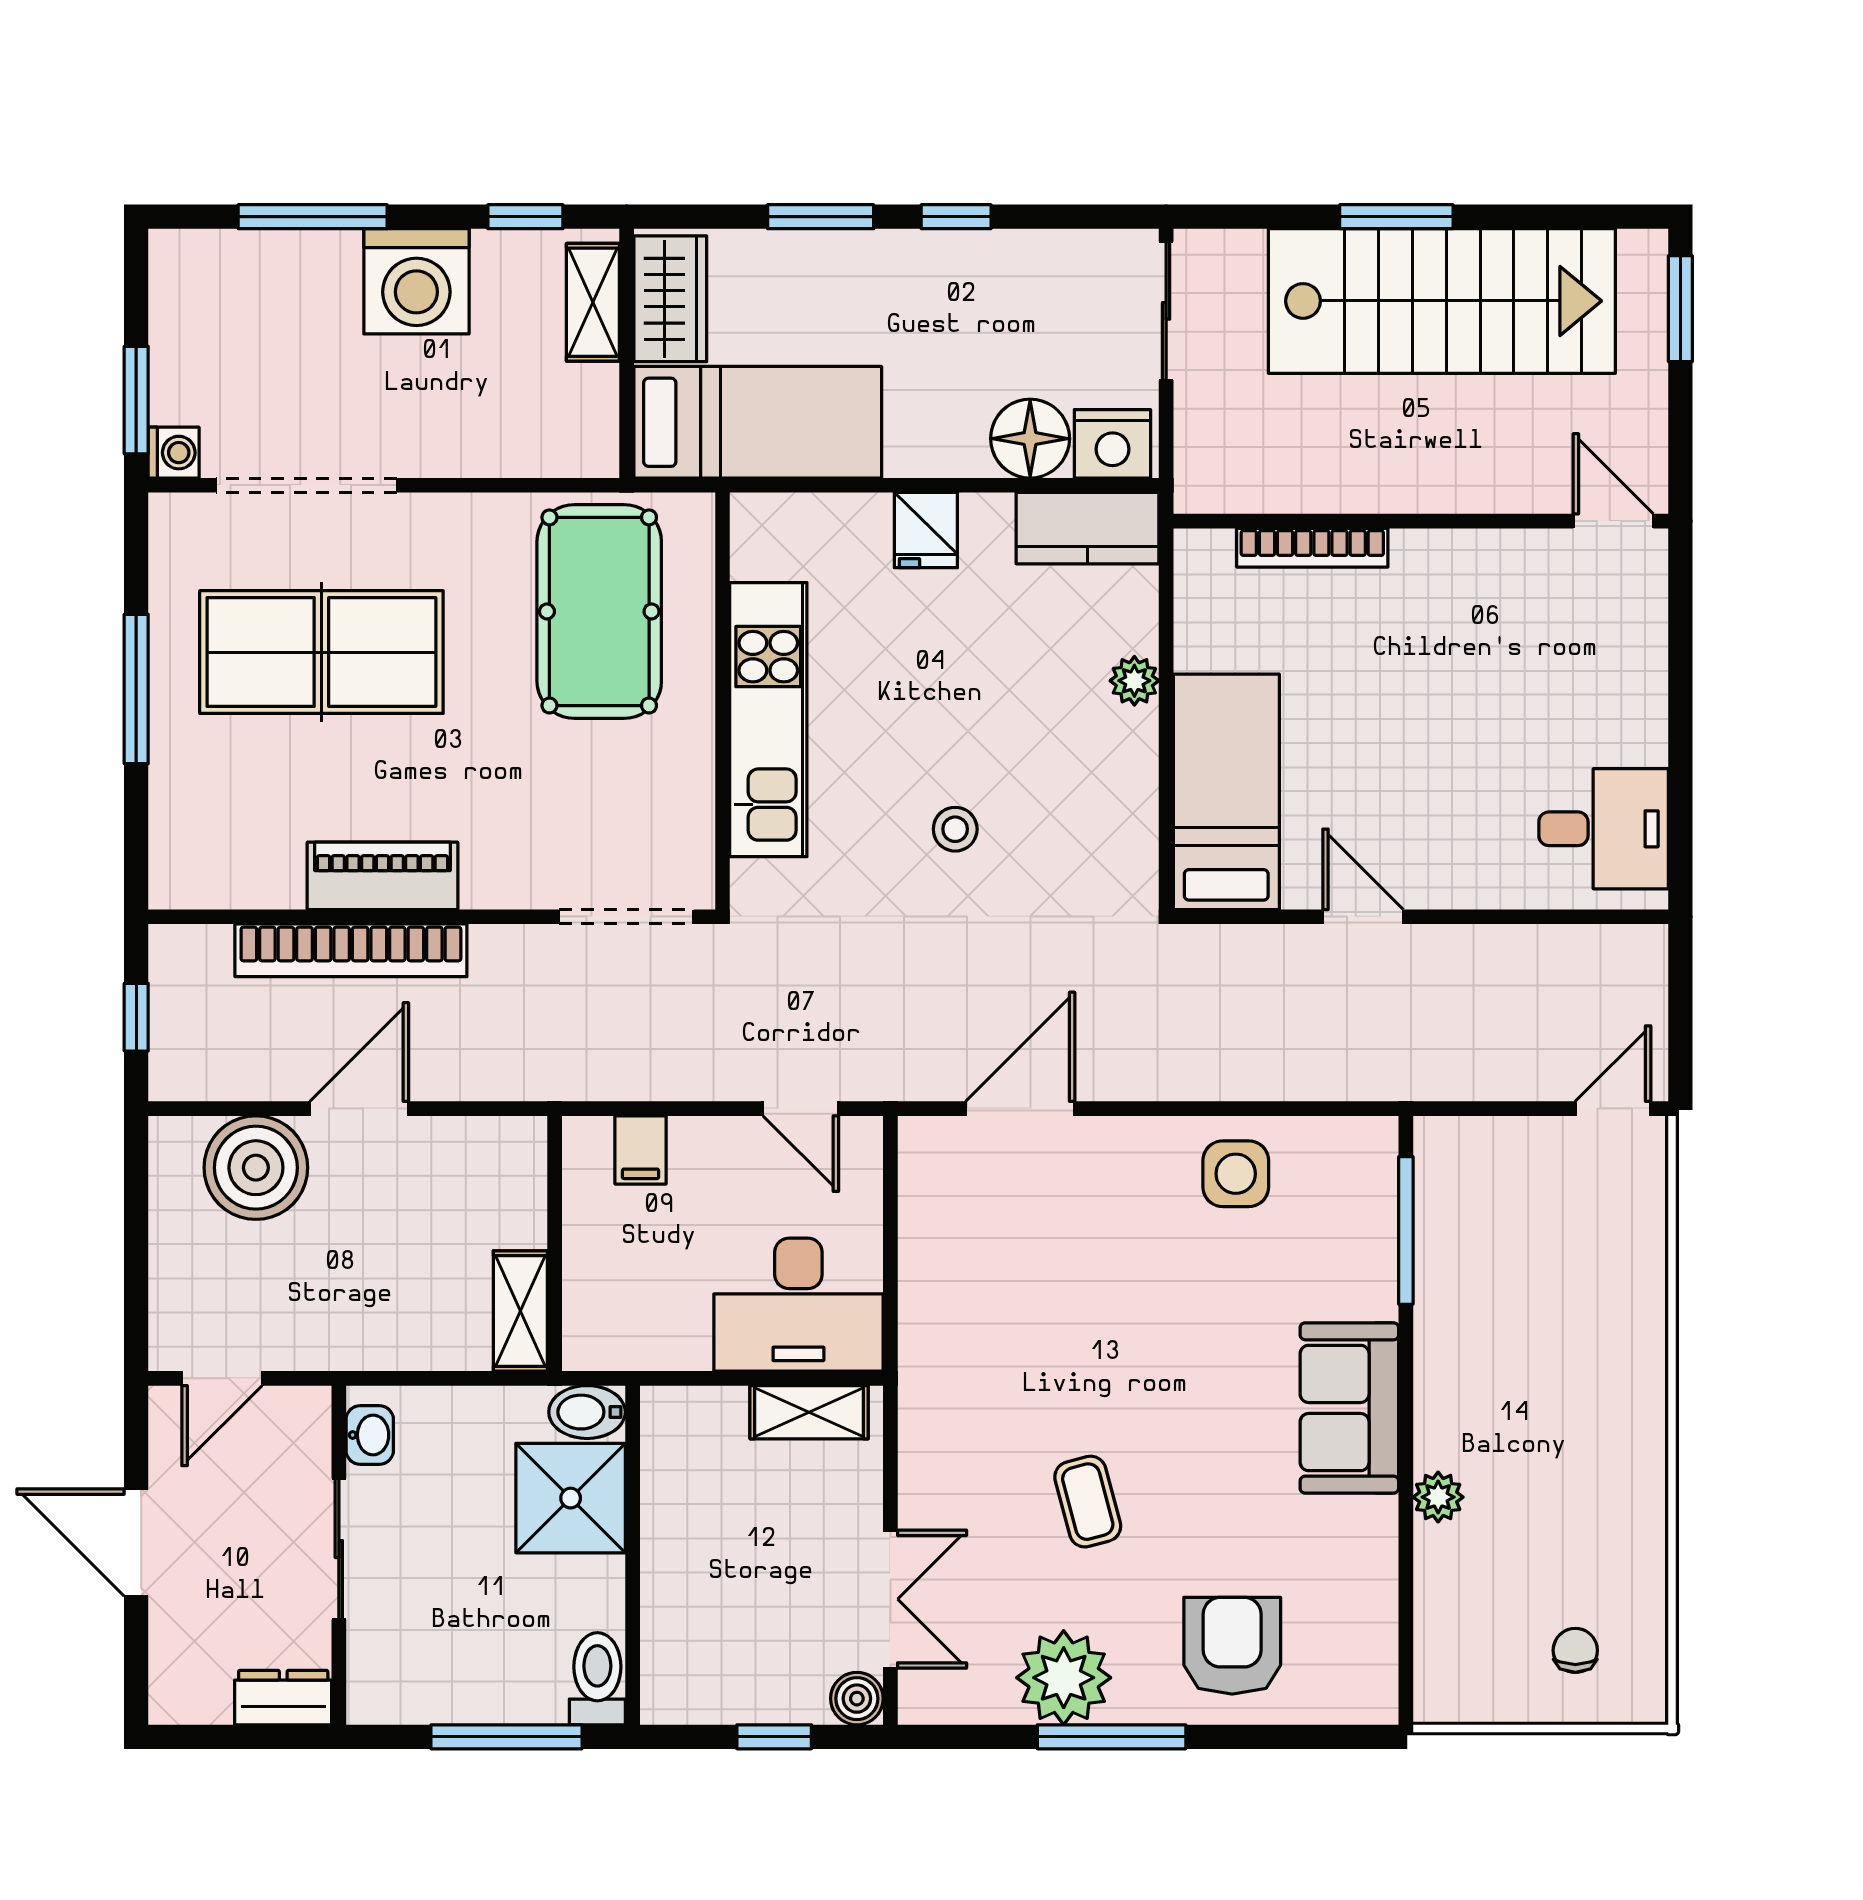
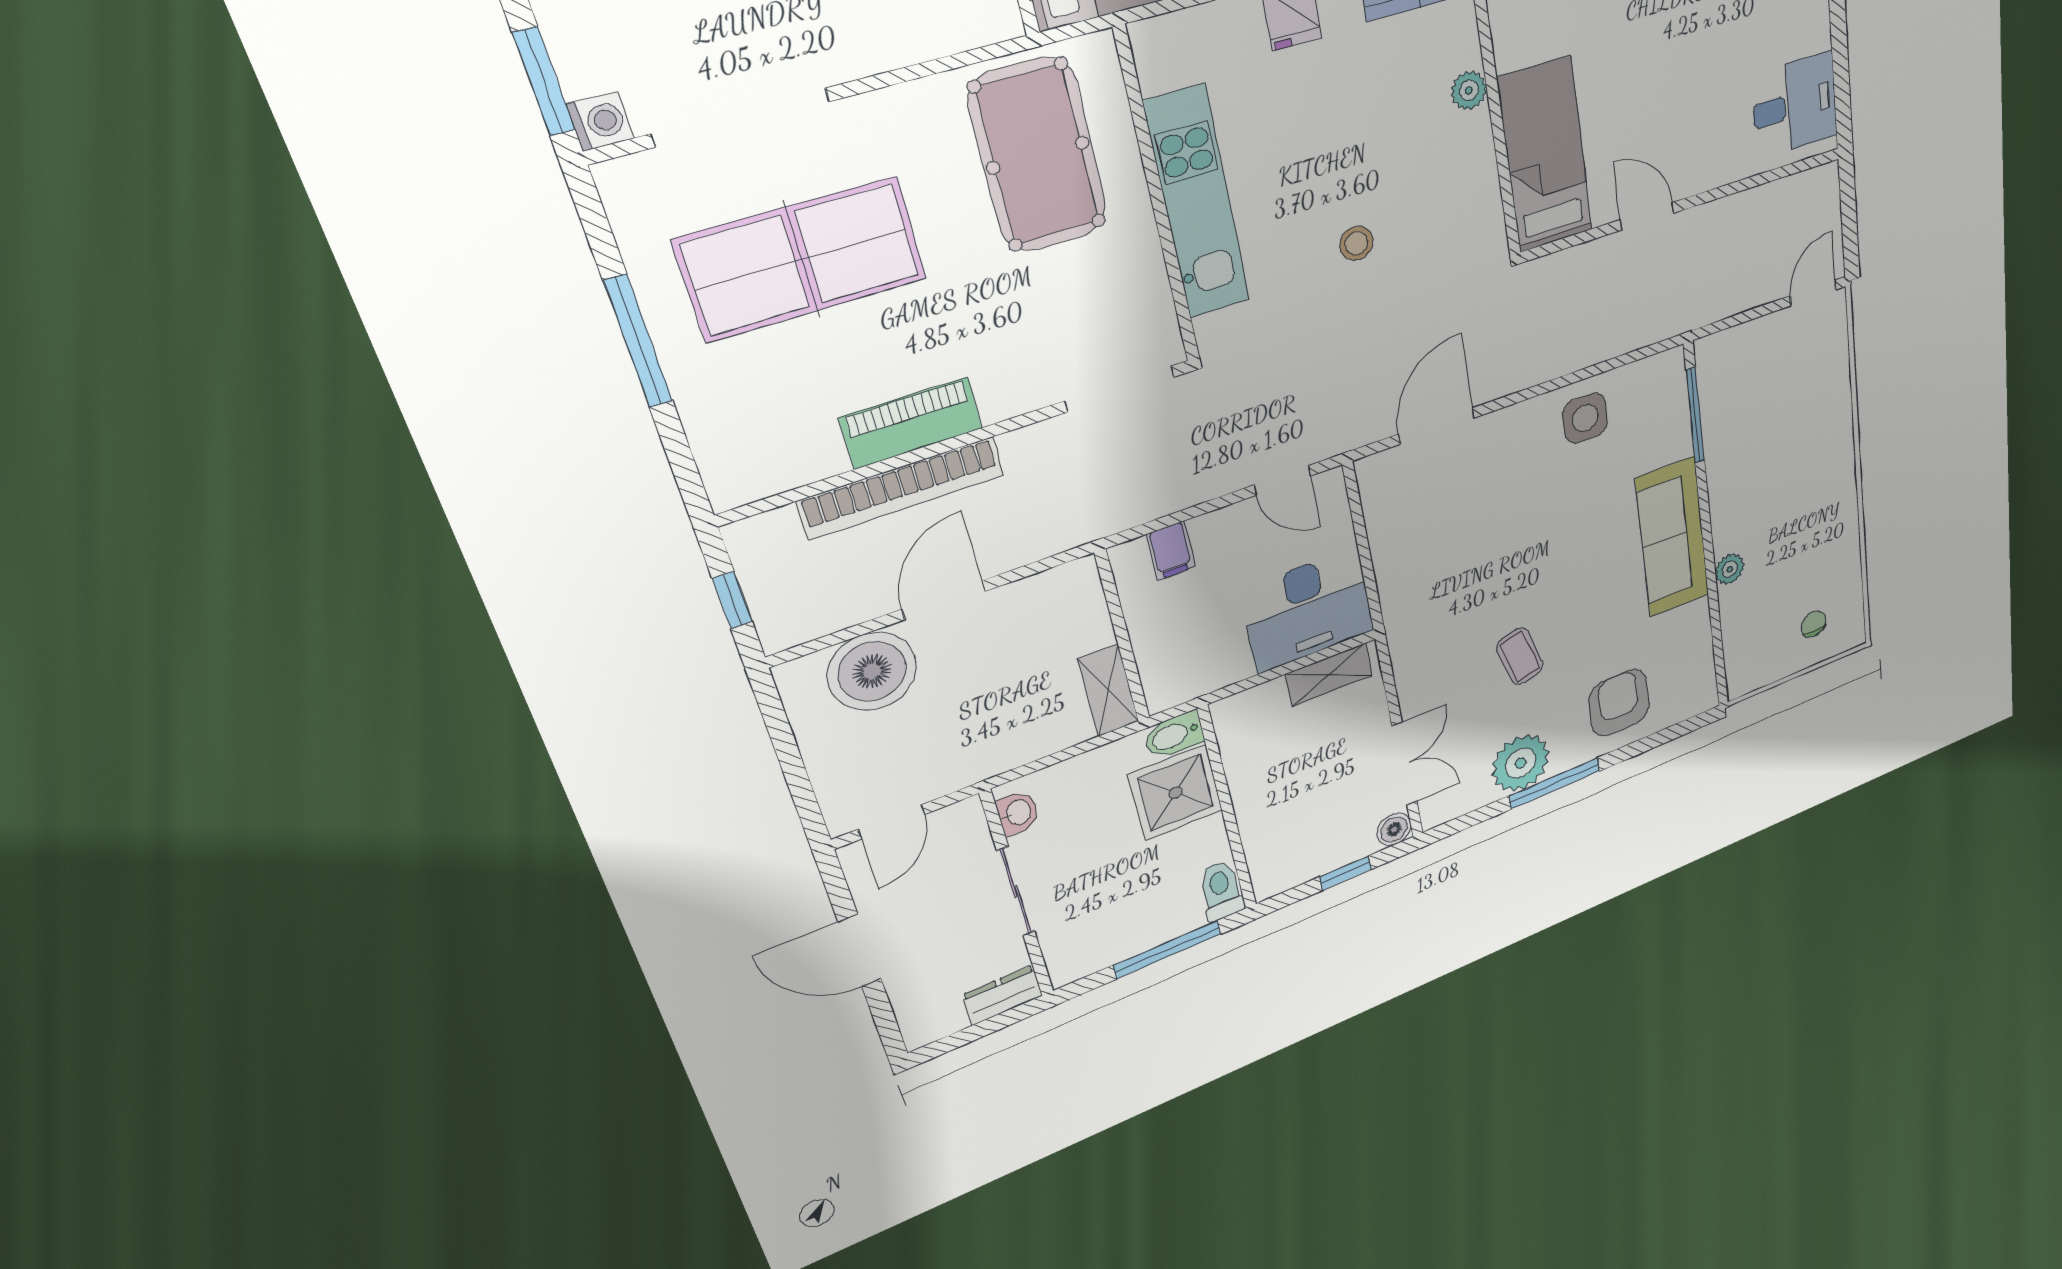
sofa: (1349, 1408) -> (1672, 537), width x1.36

